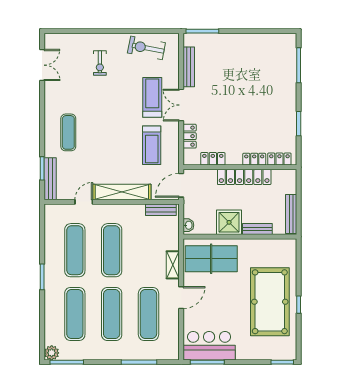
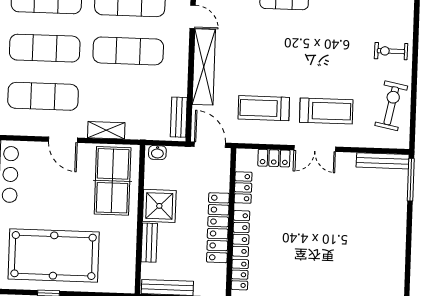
exercise bike: (100, 63) -> (391, 51), moved
bench: (189, 67) -> (383, 161), moved
double door: (181, 105) -> (315, 148), swing flipped
locker: (254, 159) -> (241, 233), width x1.53

